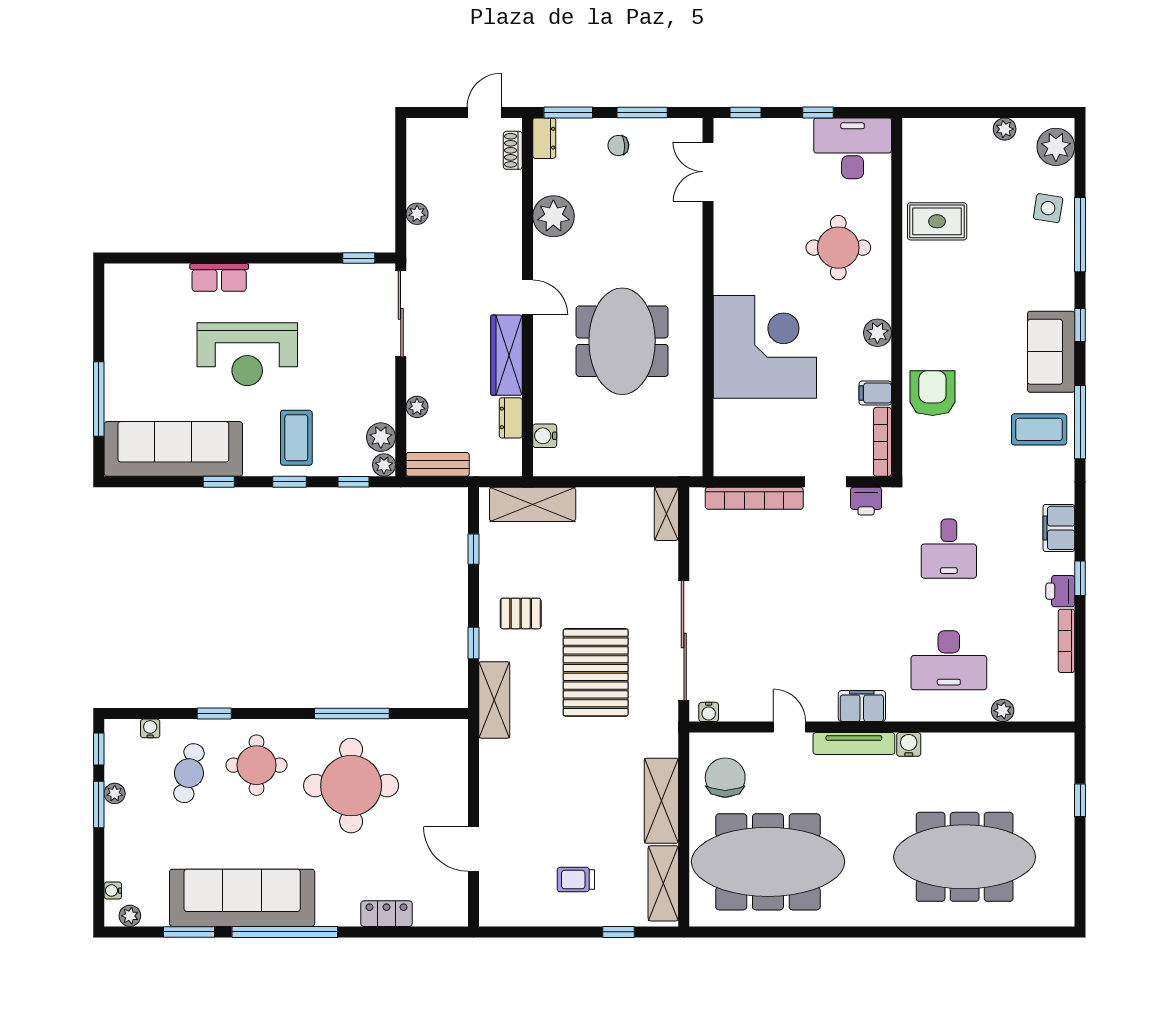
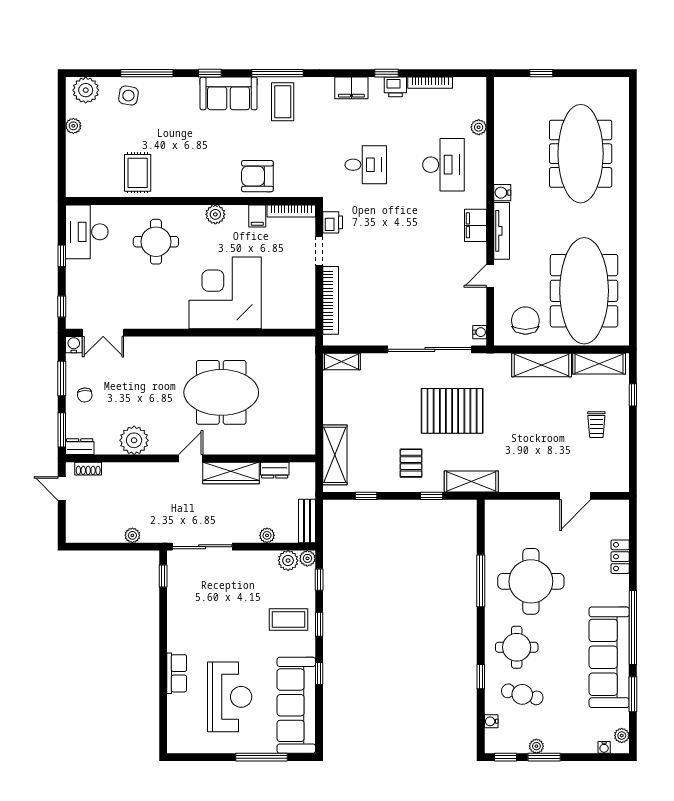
reception desk: (247, 354) -> (230, 697), moved
water cooler: (545, 436) -> (74, 345), moved, turned 180
chair: (725, 778) -> (525, 321), turned 90

